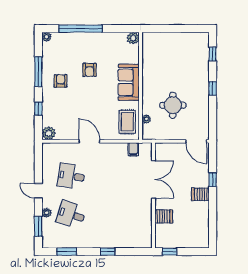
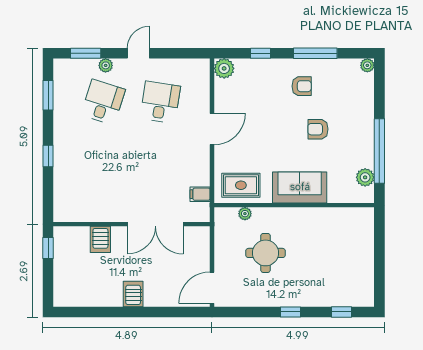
window: (81, 29) -> (379, 151), moved
plant: (133, 38) -> (365, 177), moved
window: (213, 180) -> (155, 312), removed

